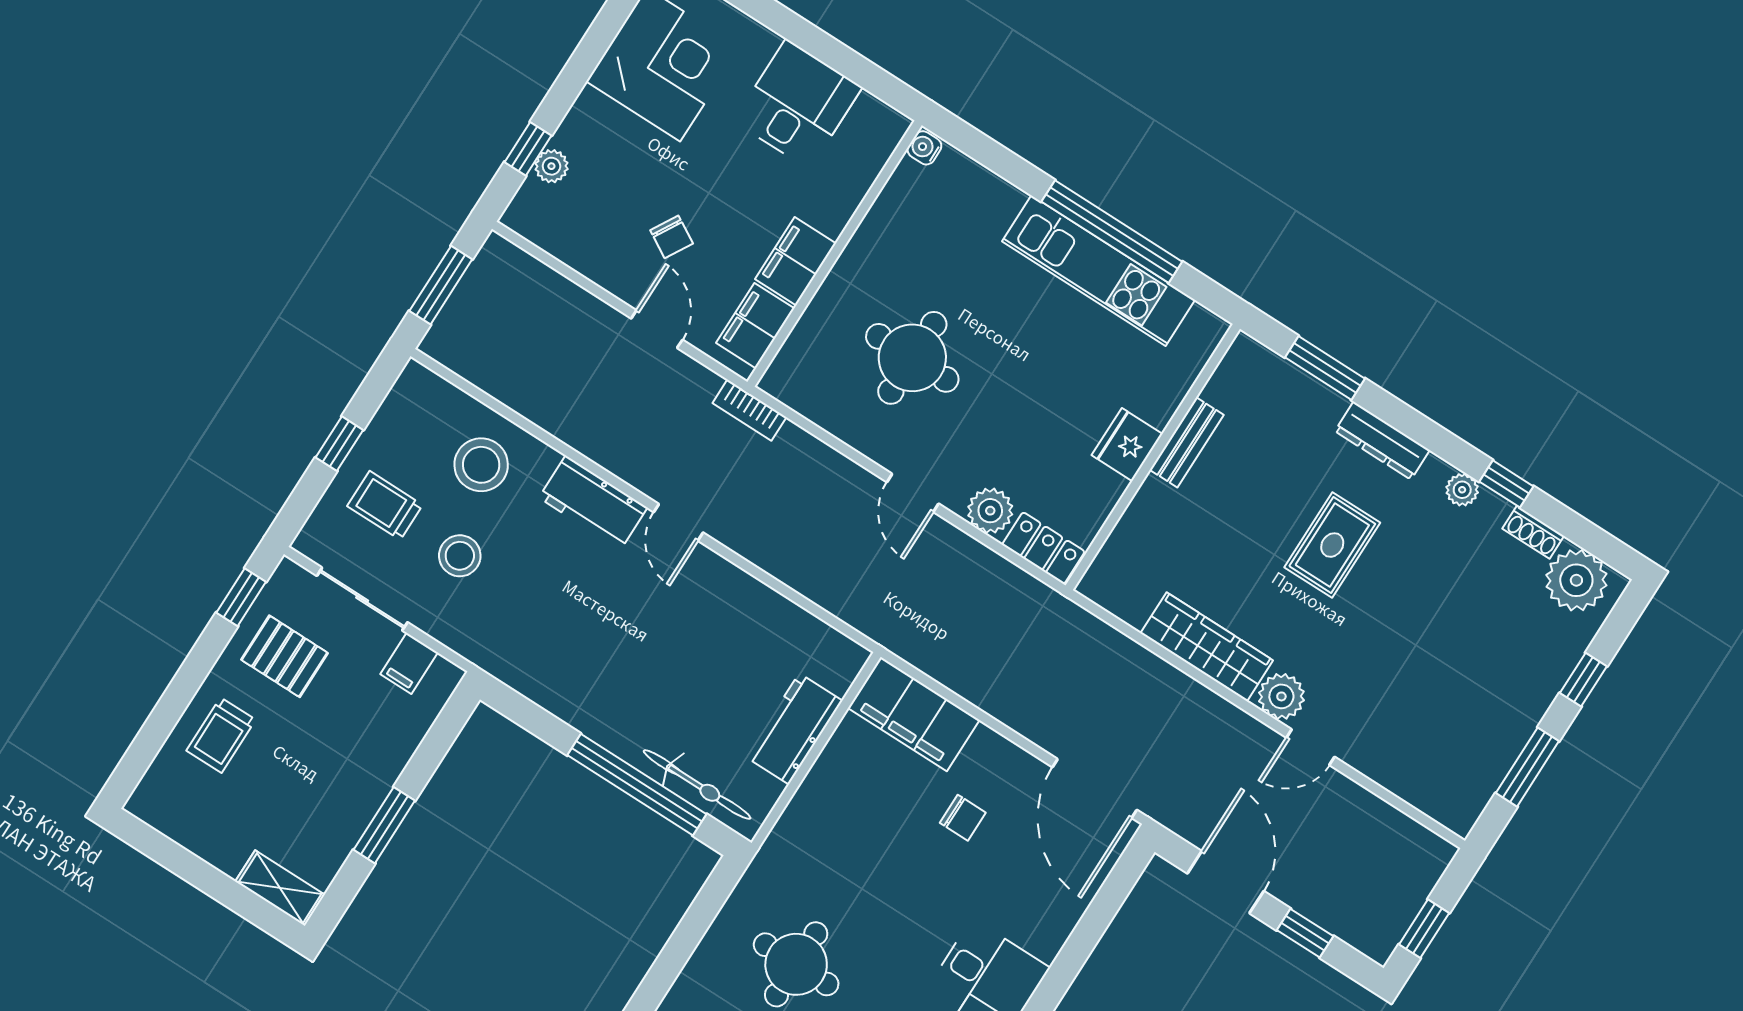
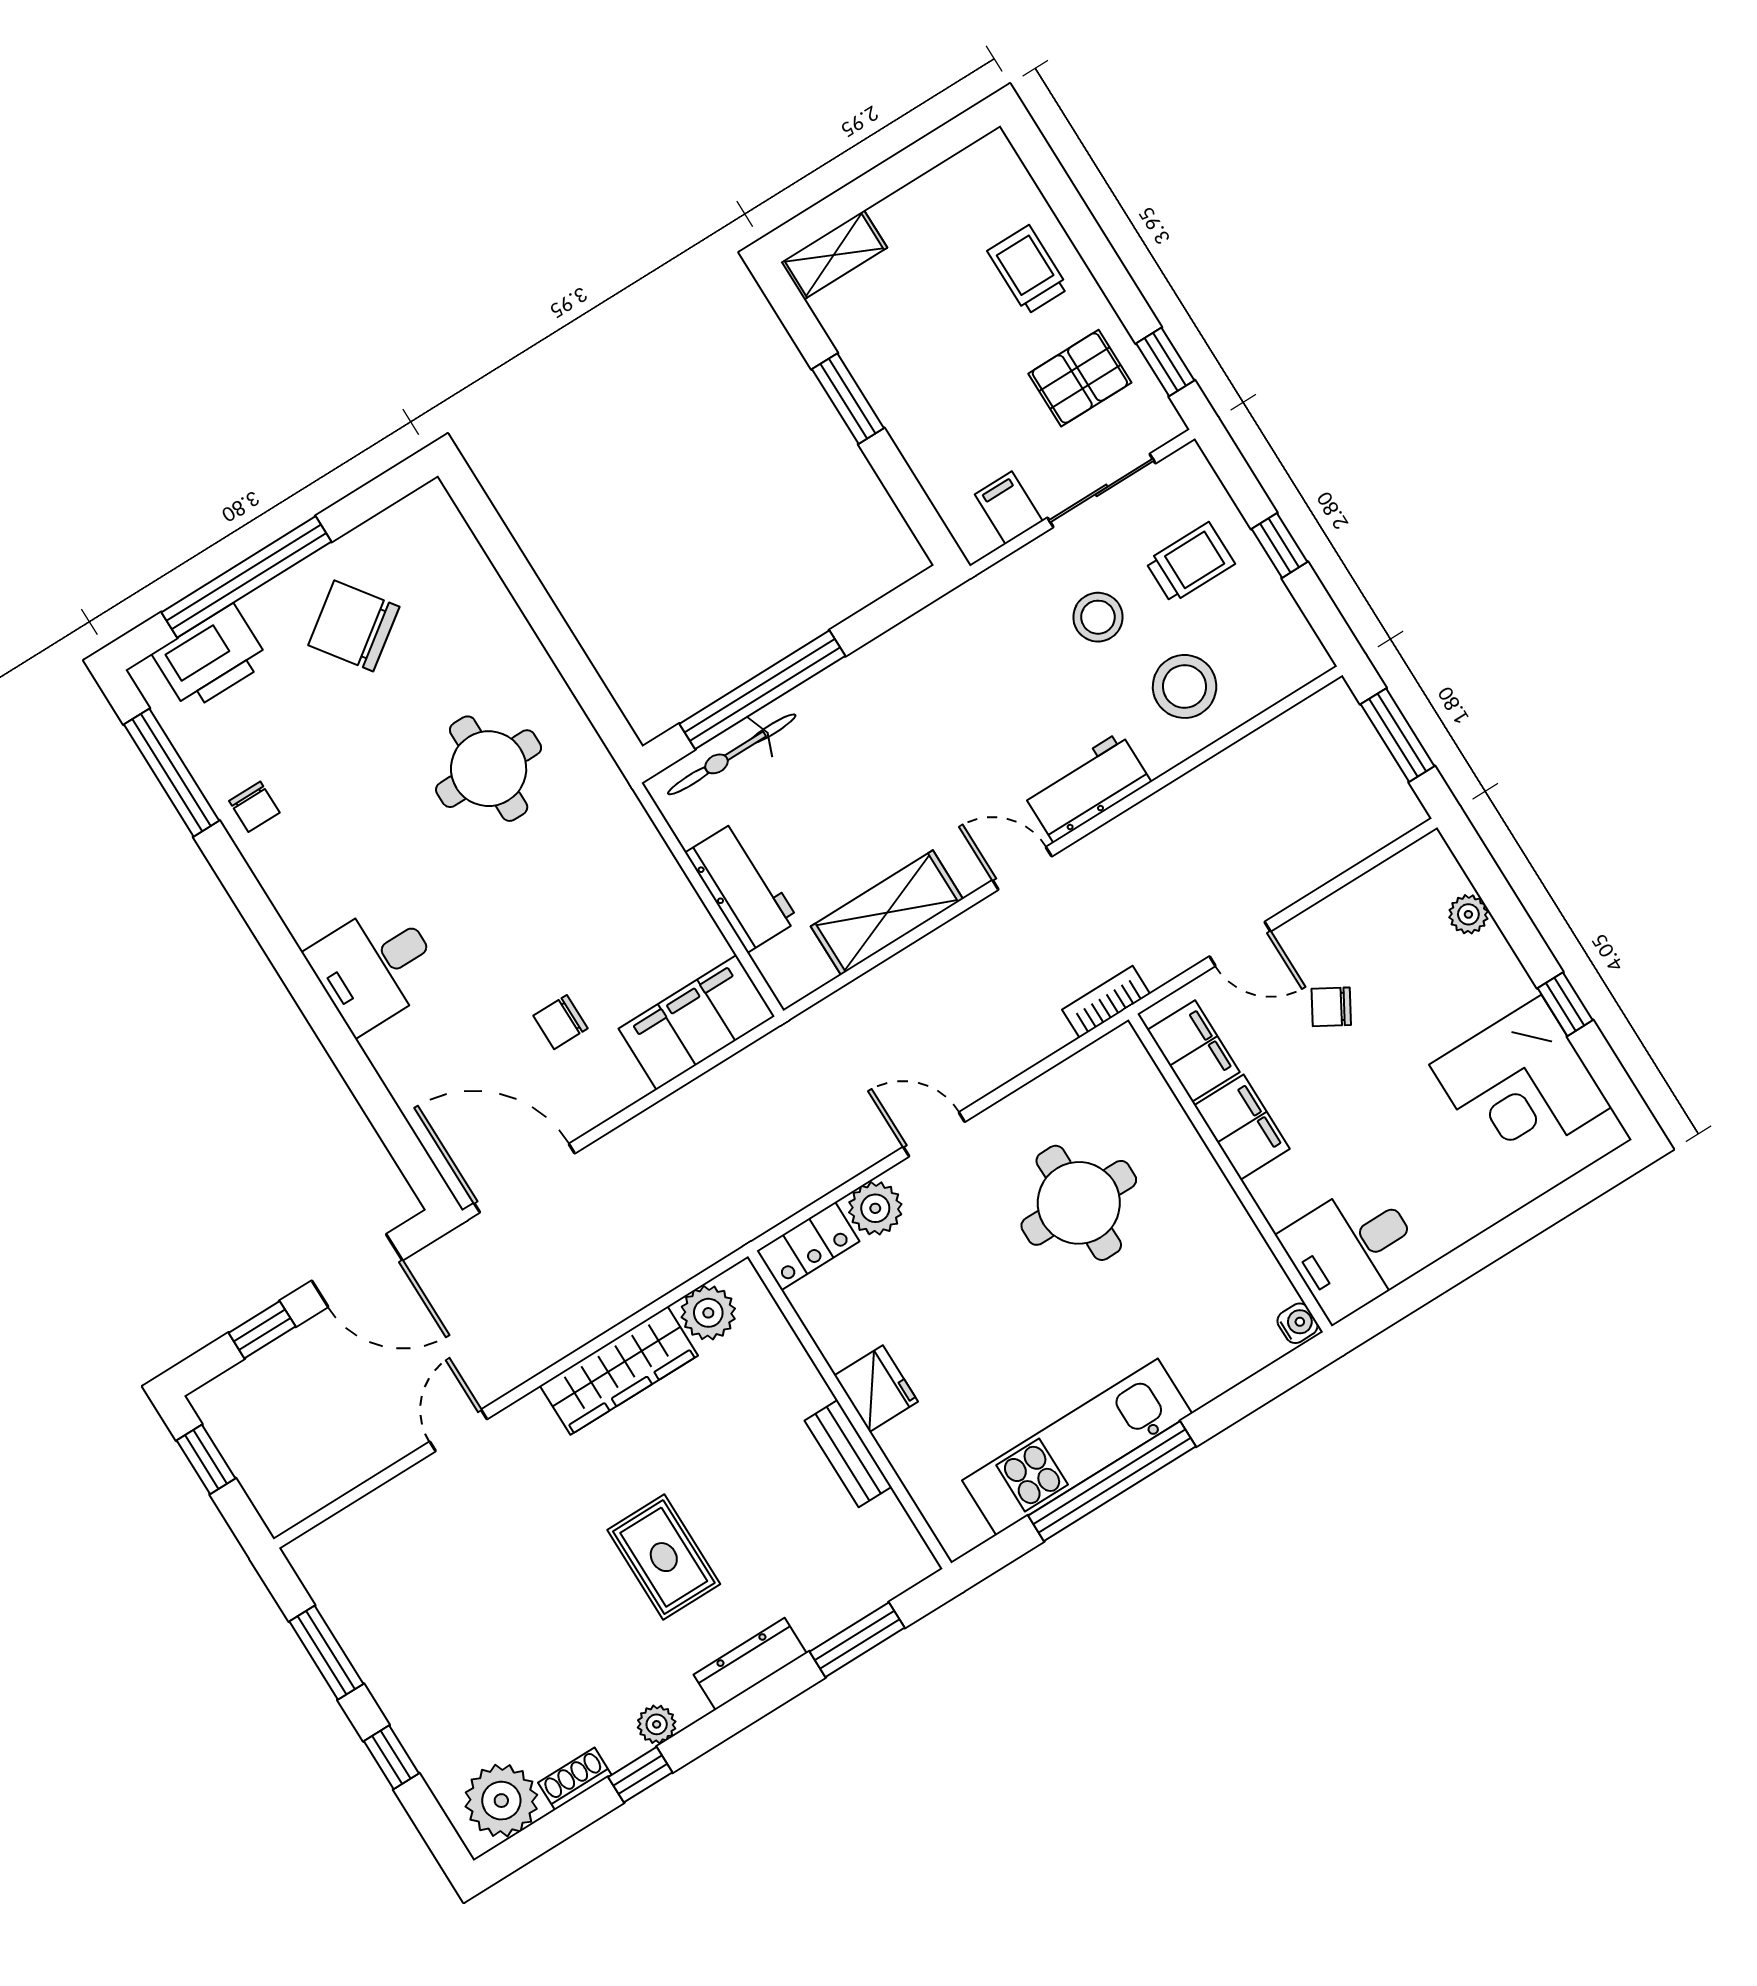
desk: (798, 104) -> (1353, 1250), moved, turned 90
window: (528, 149) -> (1565, 1004), moved
shelving: (761, 609) -> (887, 913), added
plant: (1281, 696) -> (708, 1313), moved

